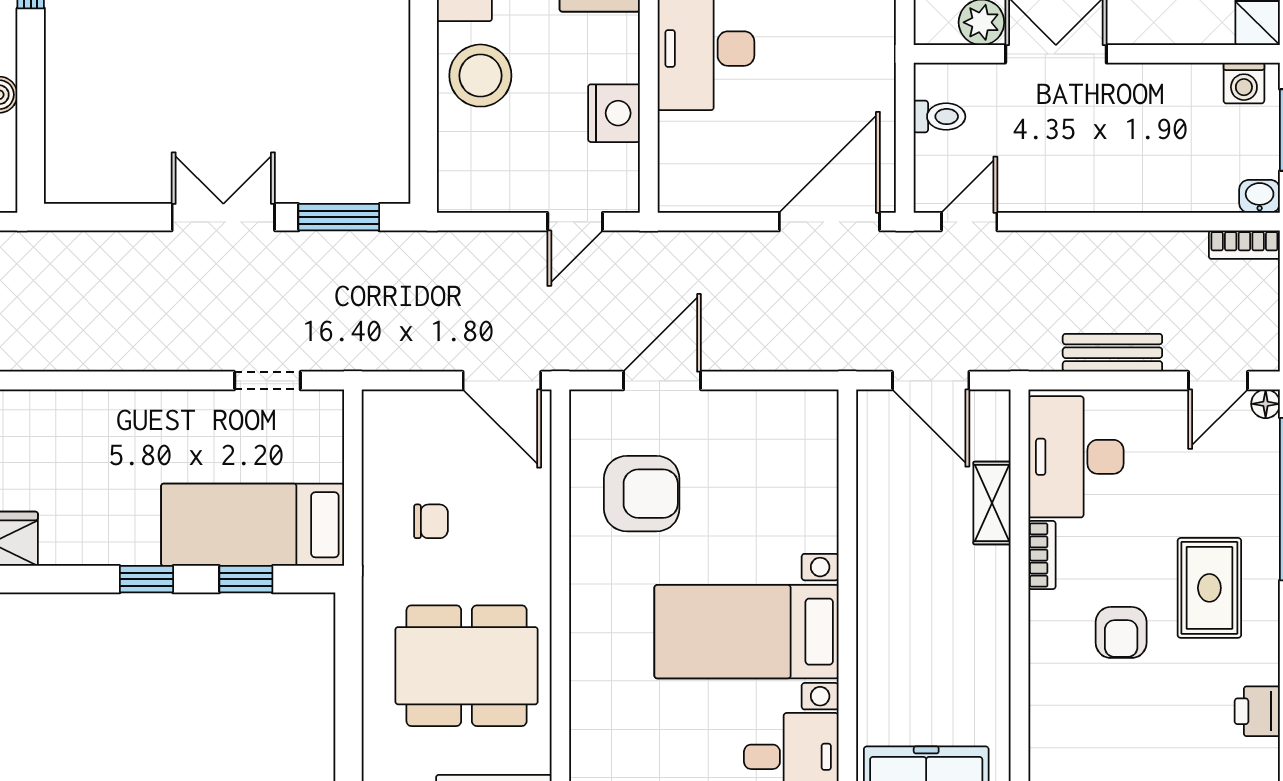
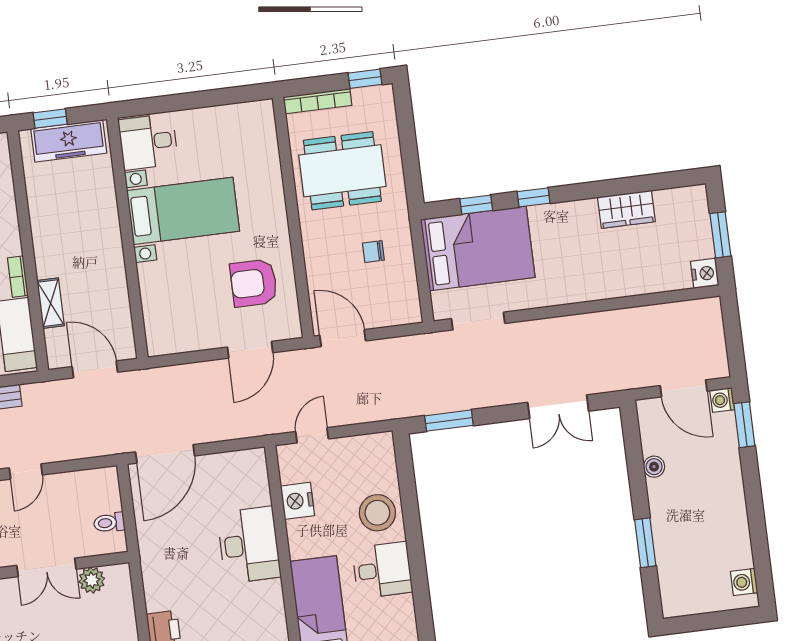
double door: (223, 217) -> (558, 407), moved
door: (969, 222) -> (26, 471), moved
doorway: (267, 381) -> (478, 321), width x1.38
bed: (253, 525) -> (478, 248), width x1.50

